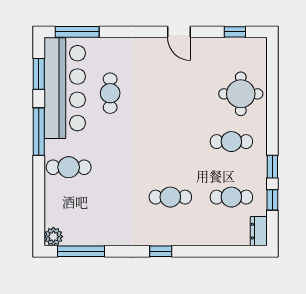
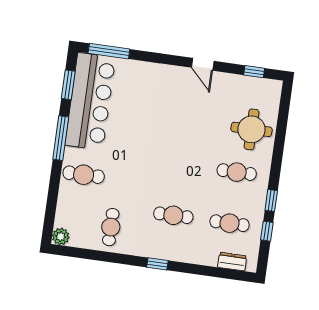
cafe table: (110, 93) -> (111, 227), moved
dresser: (259, 231) -> (232, 262), moved, turned 90
window: (81, 251) -> (84, 254), removed

